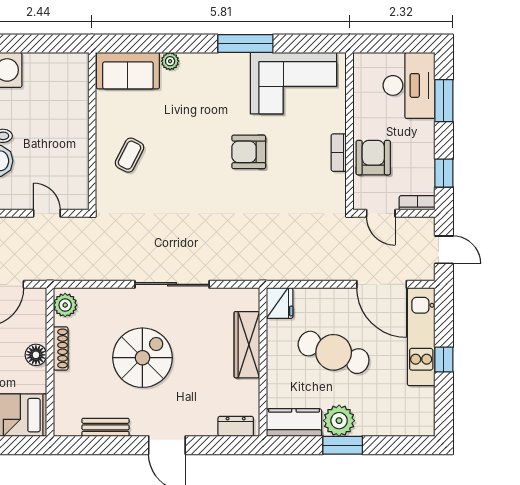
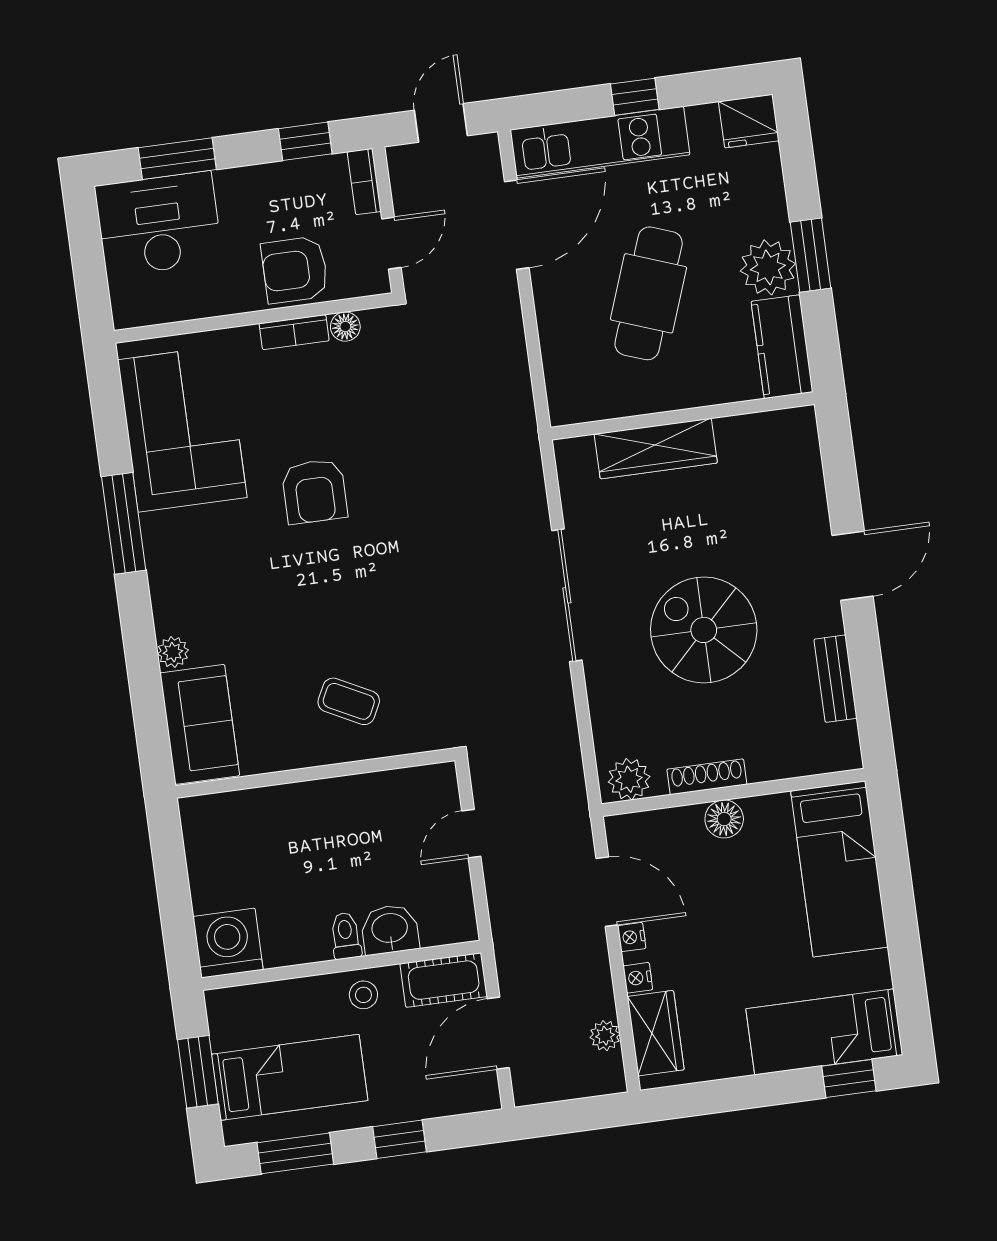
floor lamp: (338, 181) -> (345, 327), added
fridge: (280, 303) -> (749, 121), moved, turned 180
dresser: (236, 426) -> (803, 449), removed

